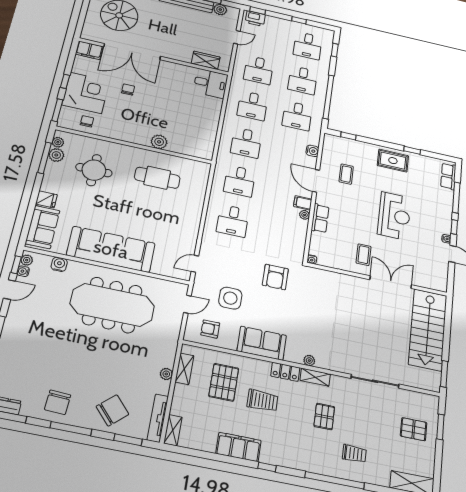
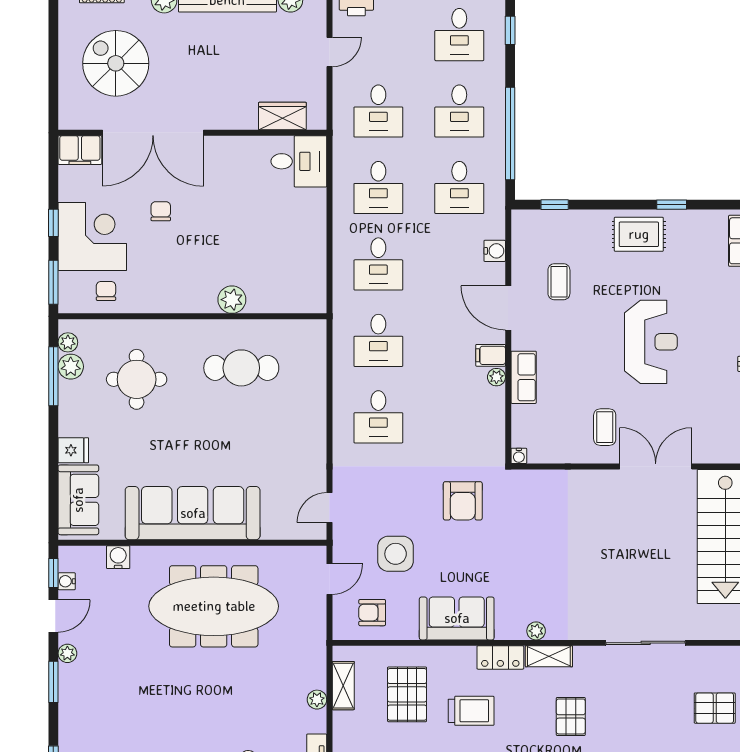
plant: (27, 260) -> (67, 653), moved

